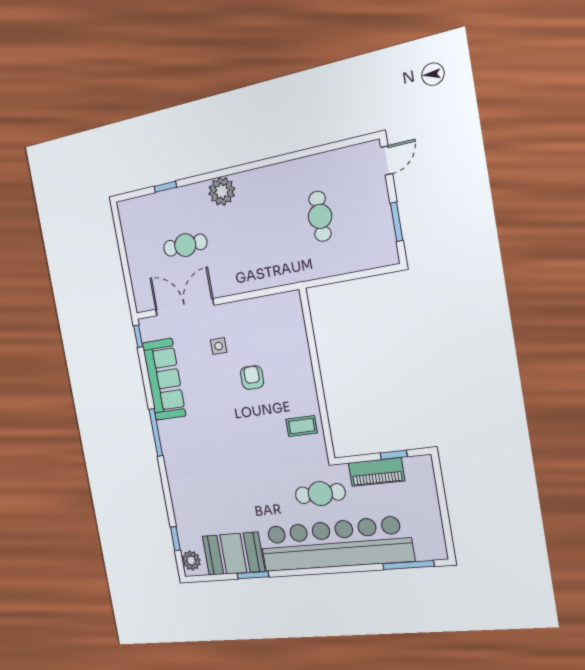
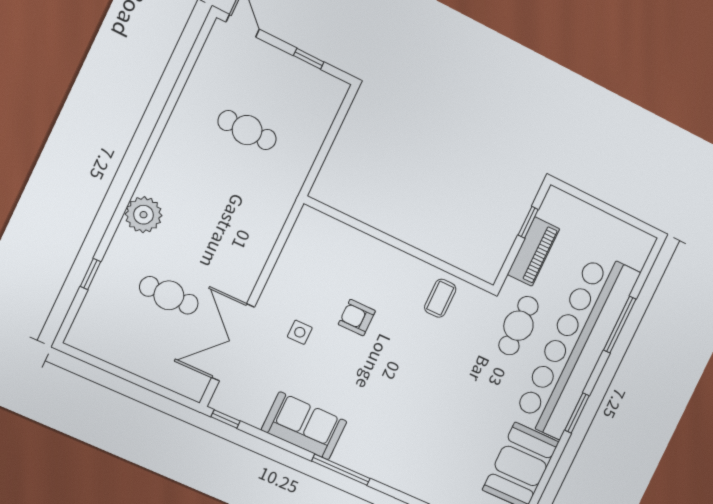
window: (397, 222) -> (309, 59), width x0.67
cafe table: (185, 245) -> (169, 295), turned 90
sofa: (164, 379) -> (304, 426), width x0.73
window: (408, 565) -> (620, 325), moved
window: (253, 575) -> (577, 413), moved

